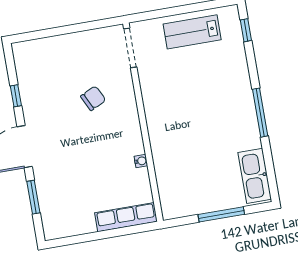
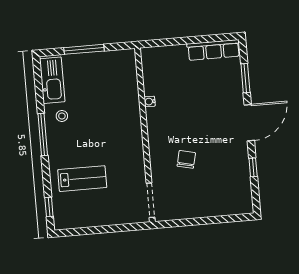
lab bench: (192, 32) -> (82, 179), moved
chair: (93, 98) -> (186, 159), turned 129
stool: (240, 136) -> (62, 116), added
row of seats: (126, 217) -> (214, 50), moved

